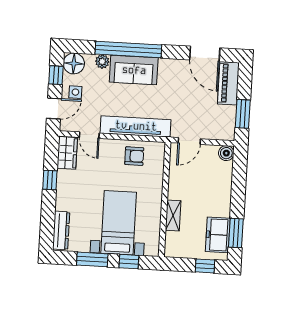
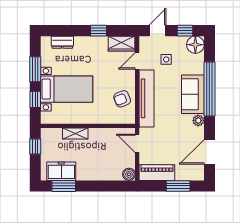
plant: (102, 62) -> (198, 120), moved
piano: (228, 83) -> (157, 173), moved
side table: (75, 92) -> (166, 59), moved
door: (54, 108) -> (157, 31), swing flipped
window: (243, 114) -> (178, 186), moved
armchair: (134, 156) -> (122, 99), turned 69
dresser: (61, 231) -> (62, 42), width x0.70
window: (205, 266) -> (35, 146), moved

